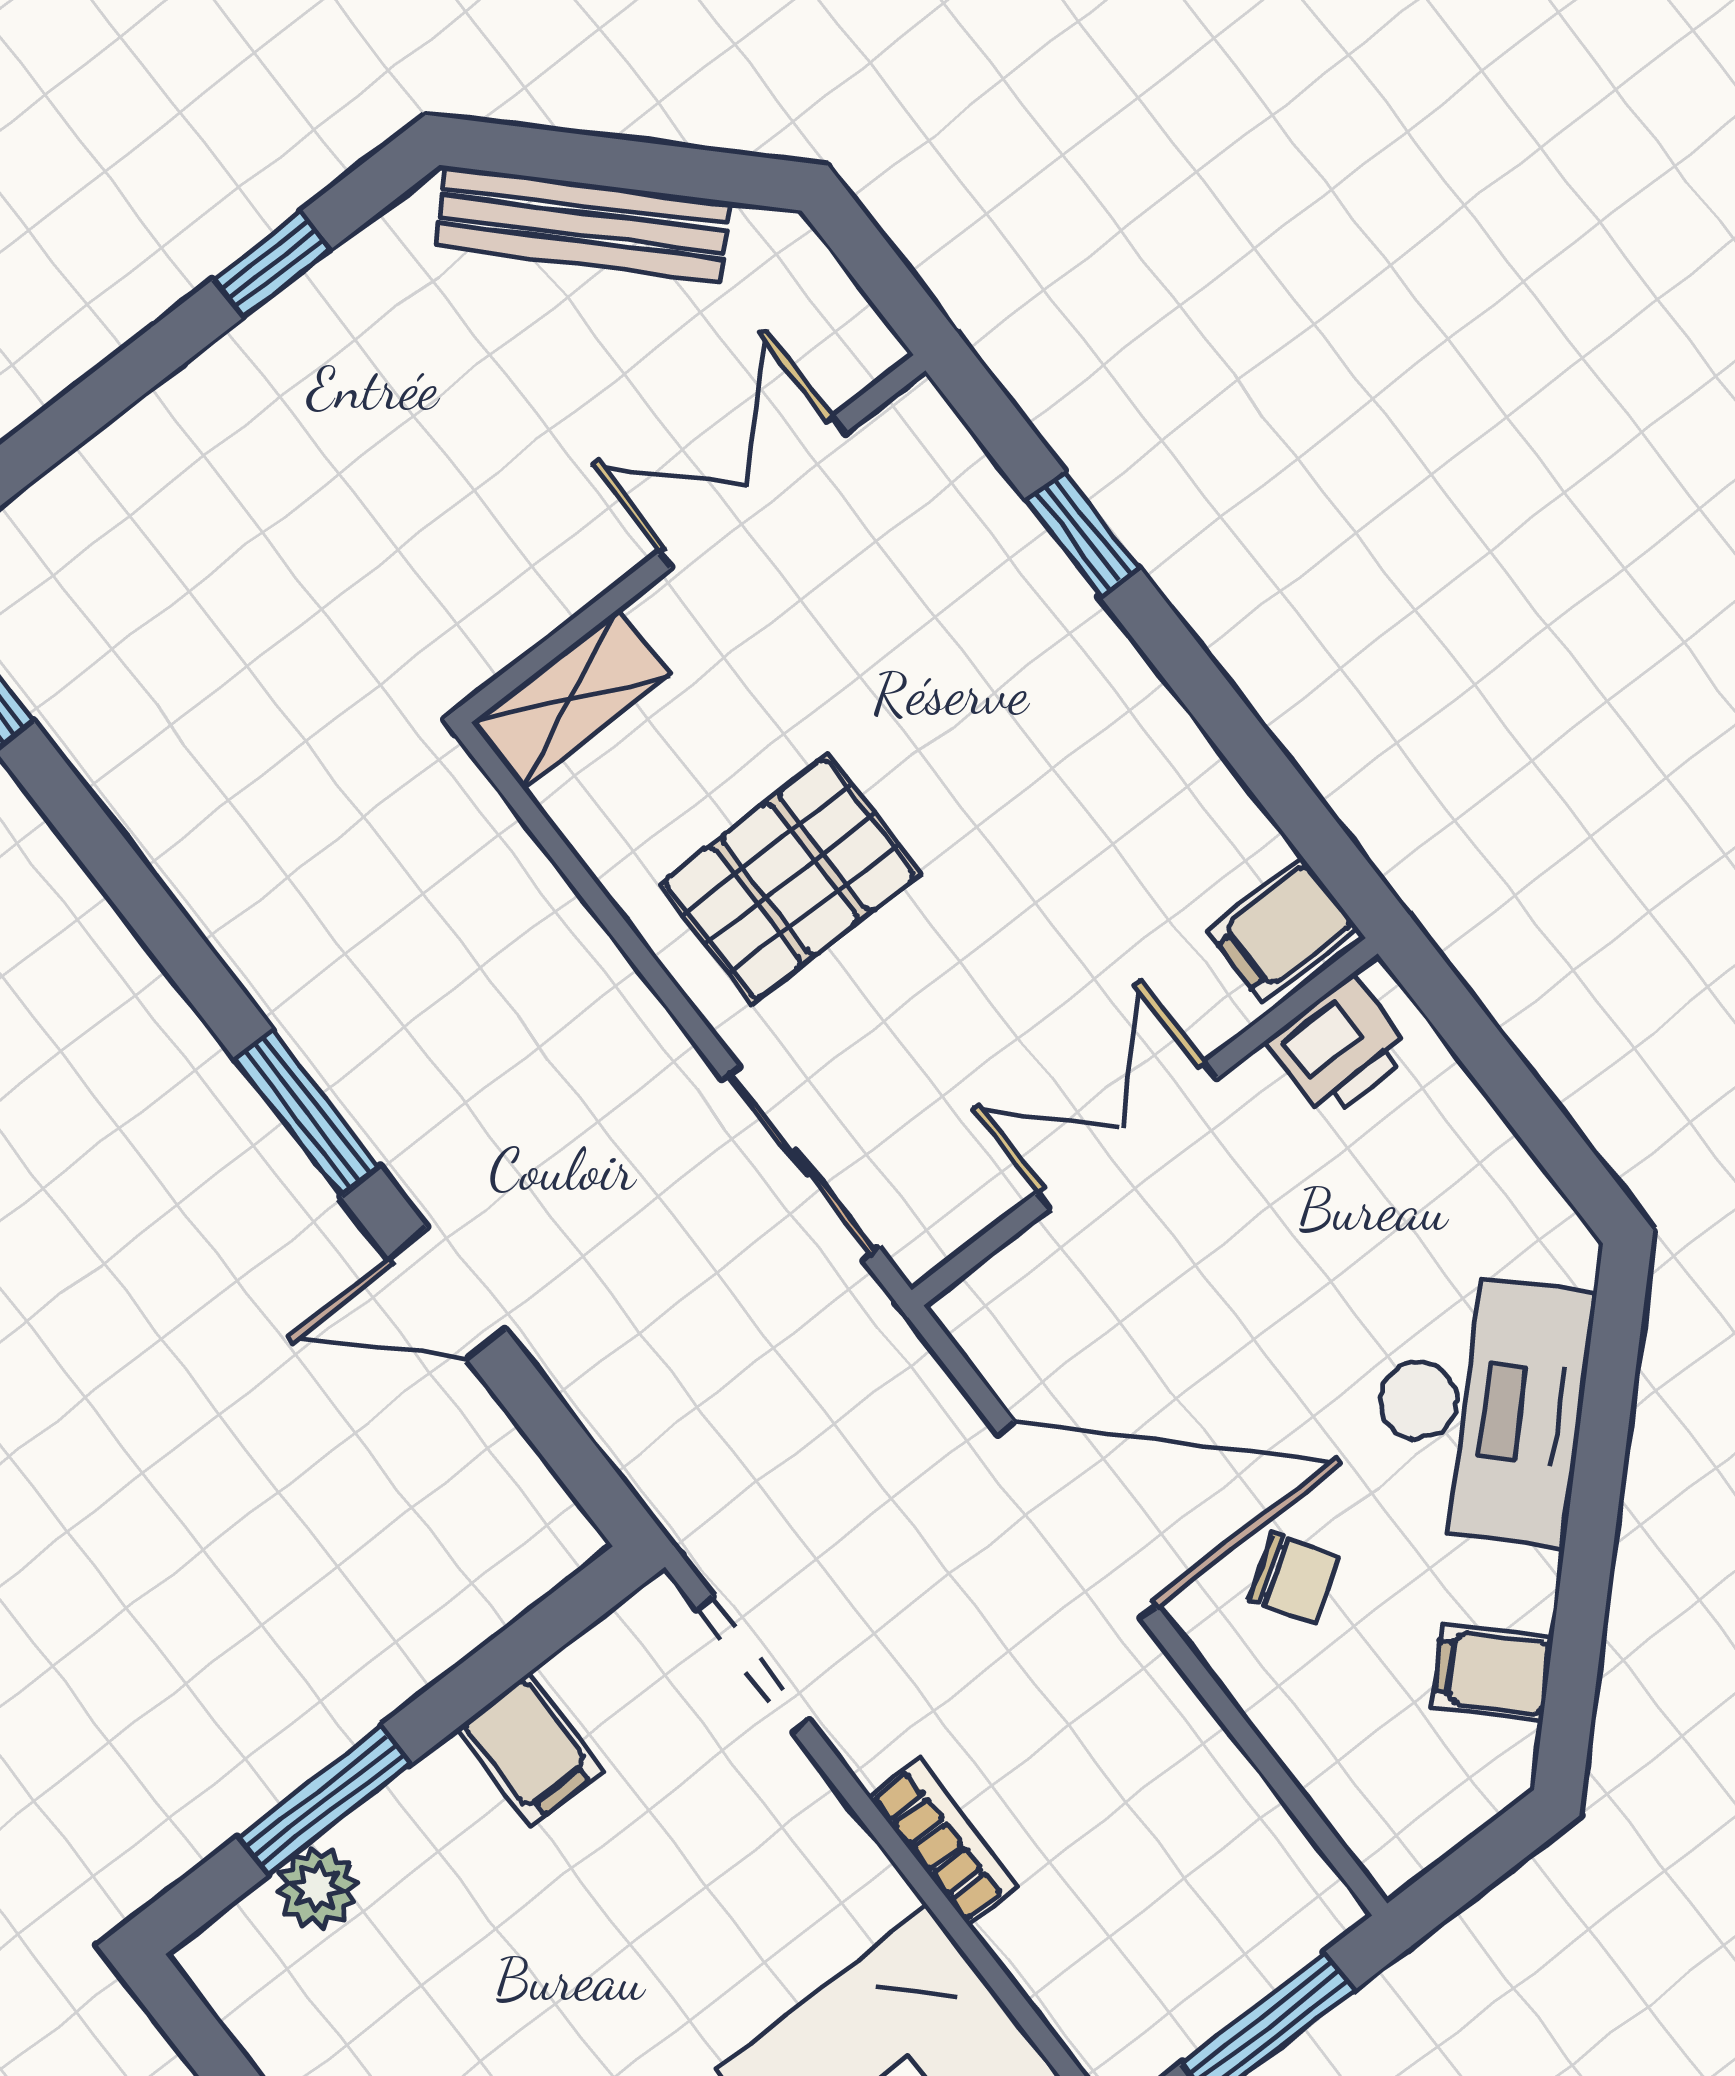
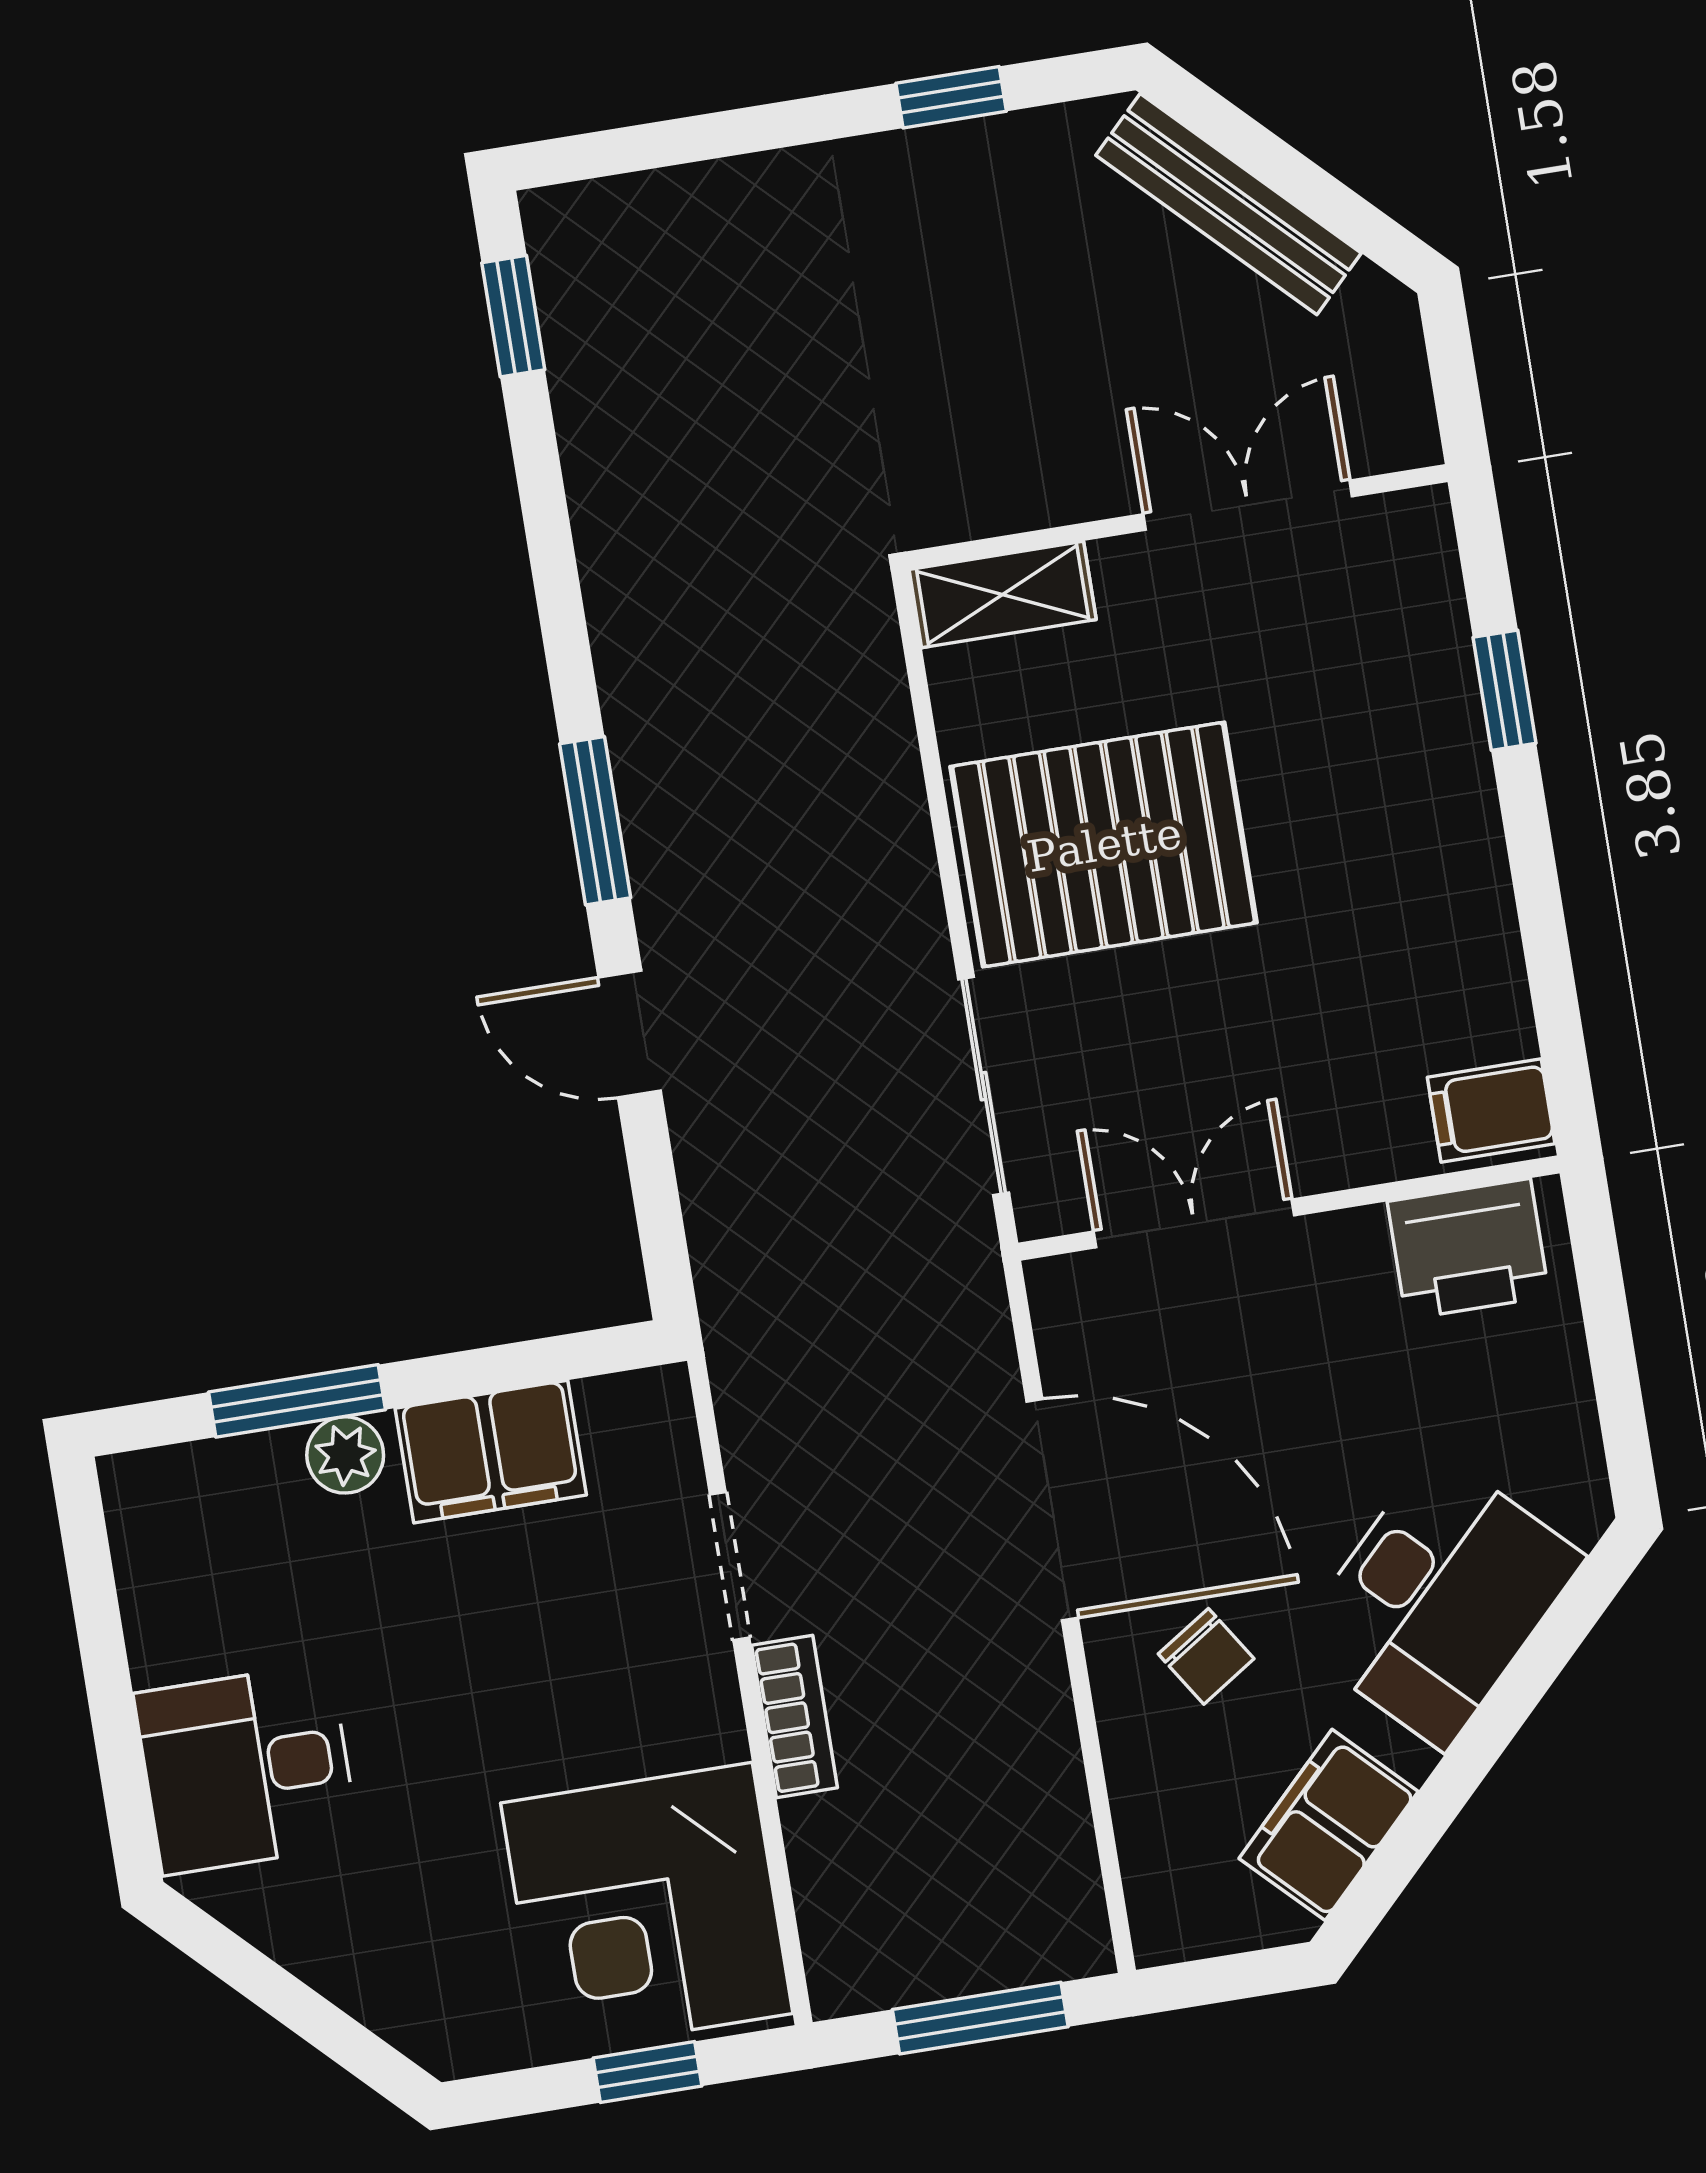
pallet: (790, 879) -> (1104, 845), width x1.37, depth x1.41
printer: (1340, 1047) -> (1468, 1249), width x1.36, depth x1.24
double door: (1127, 1135) -> (1194, 1223), moved
doorway: (753, 1664) -> (730, 1566), moved
filing cabinet: (1493, 1672) -> (1329, 1825), width x2.00
filing cabinet: (529, 1750) -> (491, 1452), width x2.00
plant: (317, 1887) -> (345, 1455), moved

